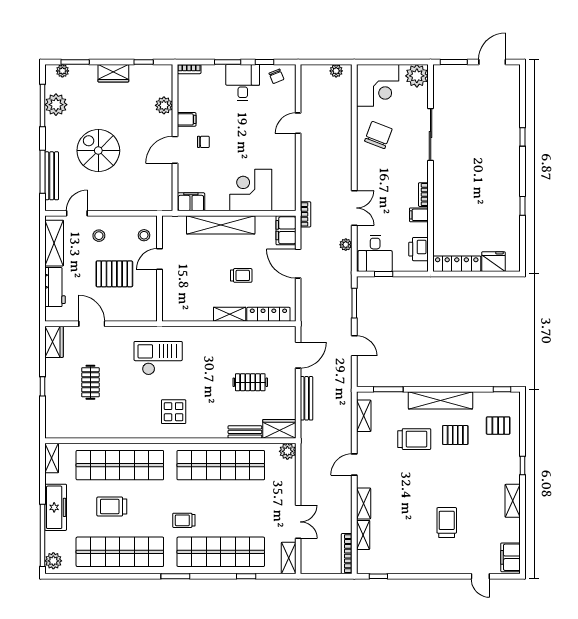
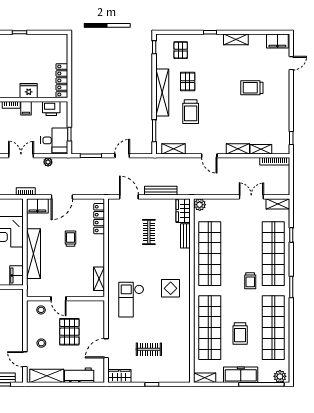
fridge: (493, 262) -> (29, 91), moved, turned 90
shelving: (230, 314) -> (99, 279), moved
trolley: (414, 439) -> (191, 112), turned 180

